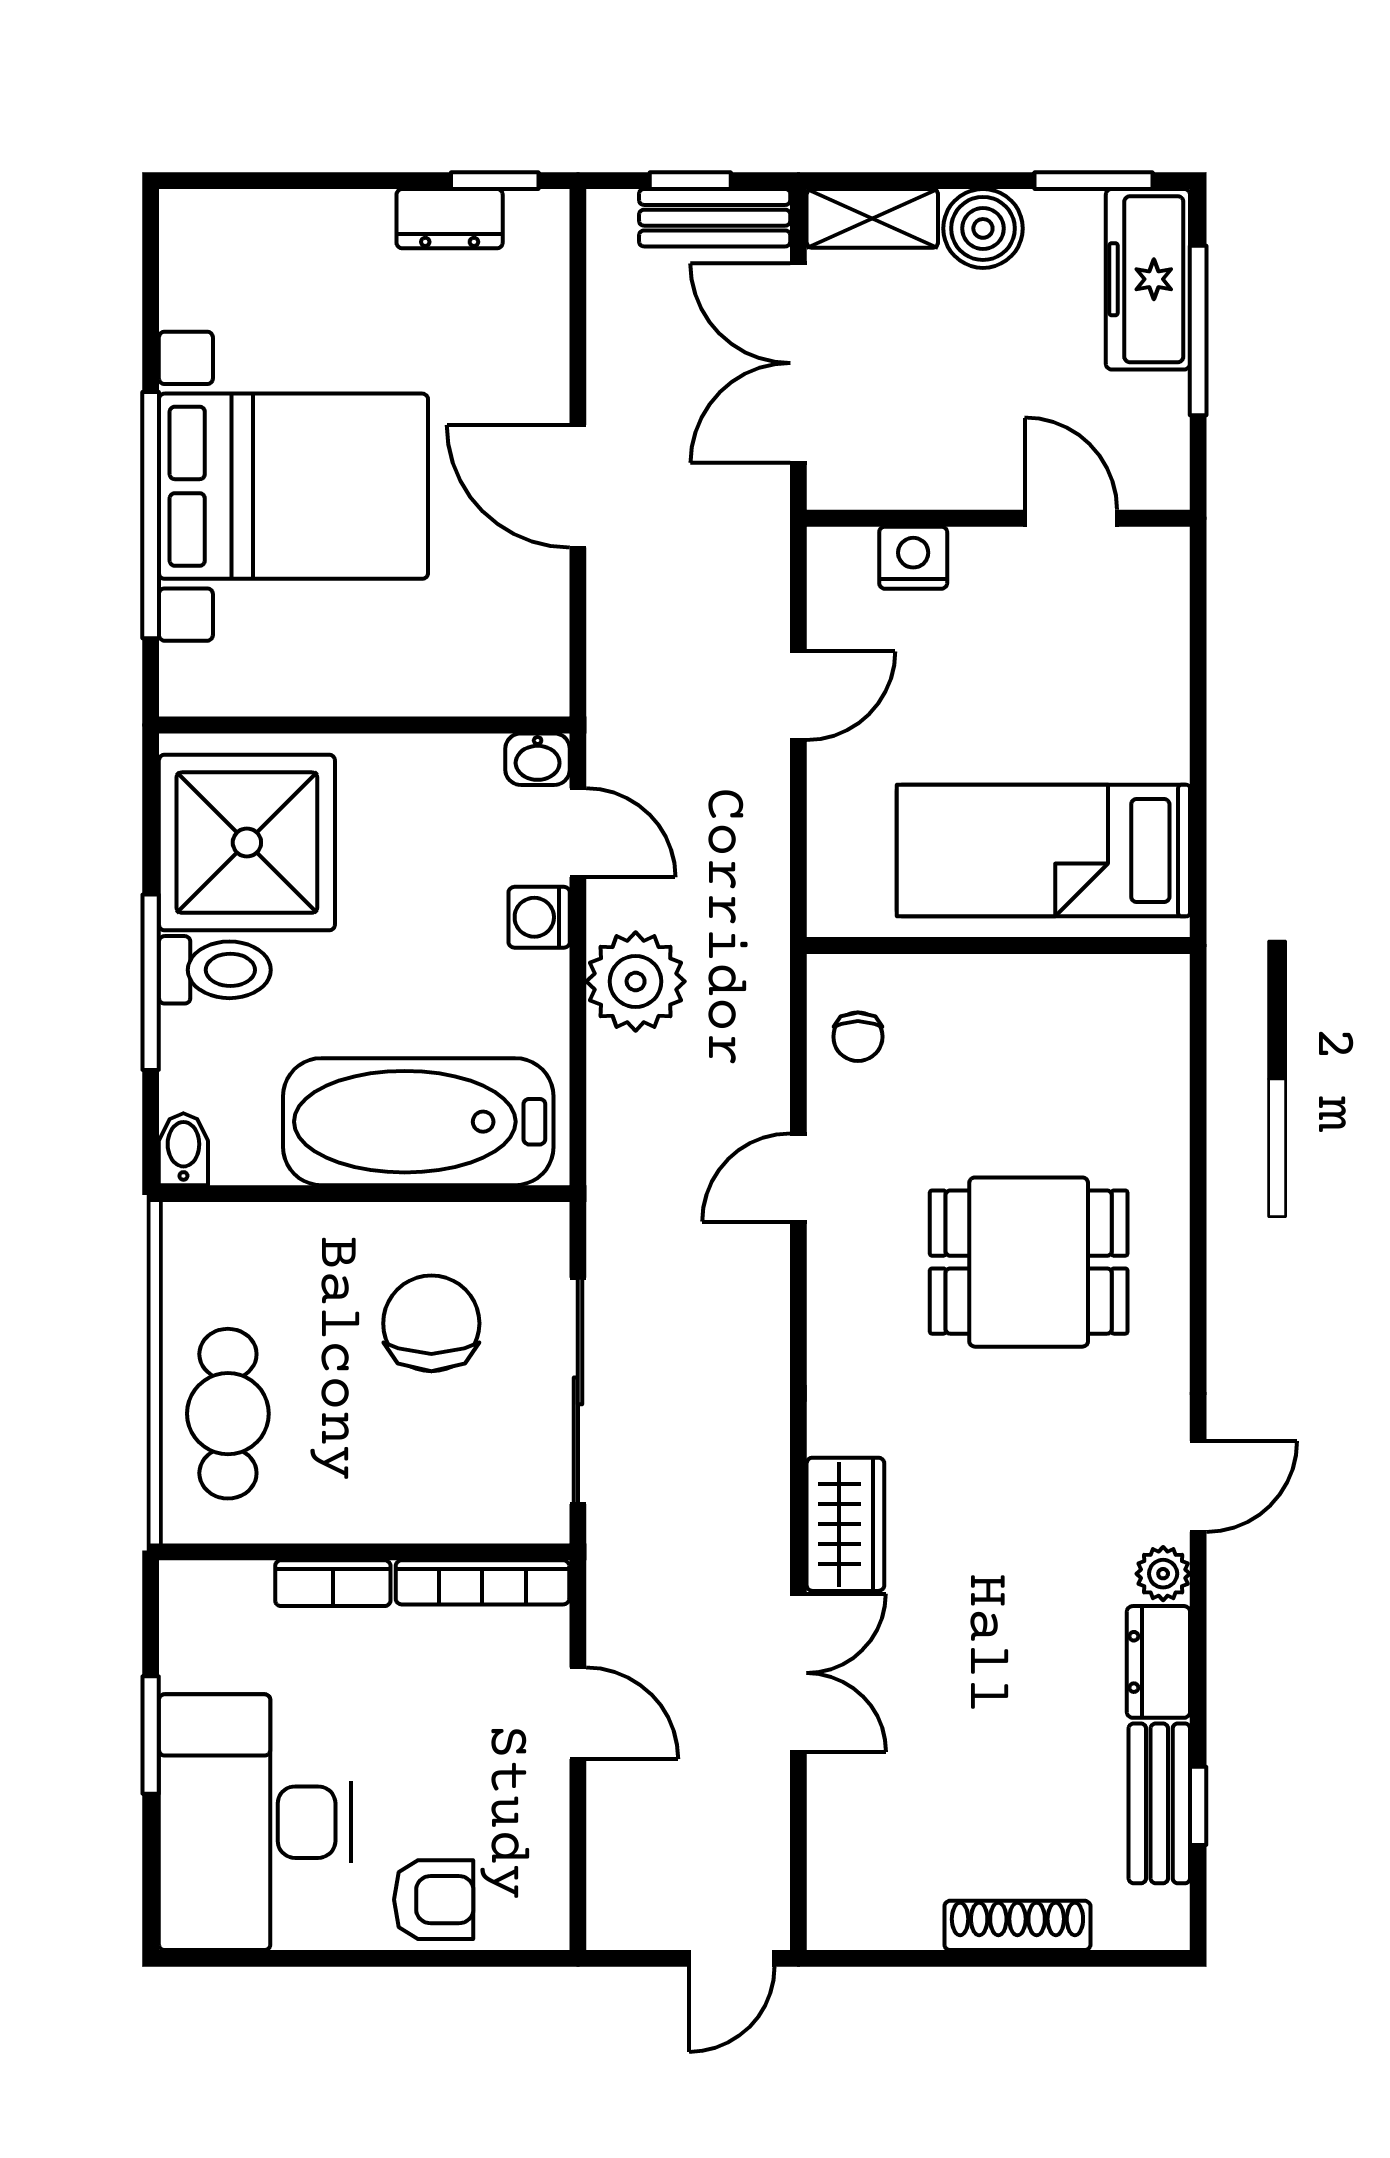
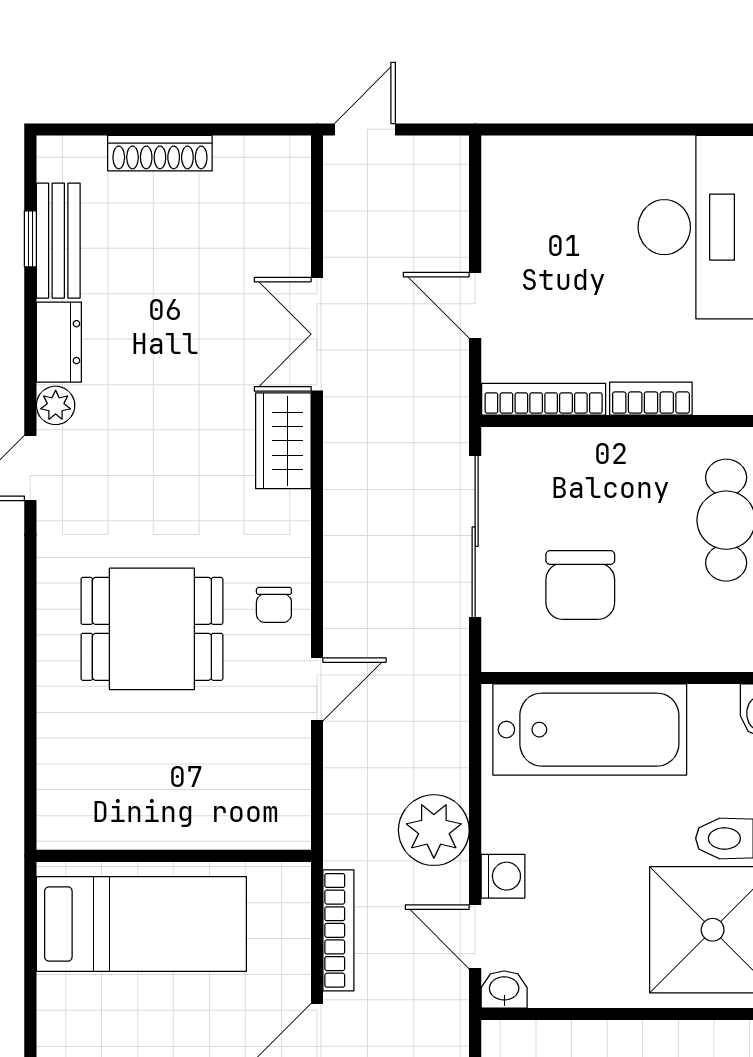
bookcase: (769, 842) -> (338, 930), added
chair: (858, 1037) -> (274, 605), moved, turned 180
armchair: (434, 1900) -> (579, 172), removed

